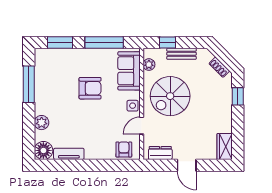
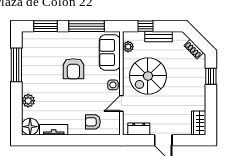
armchair: (90, 88) -> (73, 69), turned 90
armchair: (124, 149) -> (93, 122), moved, turned -90

